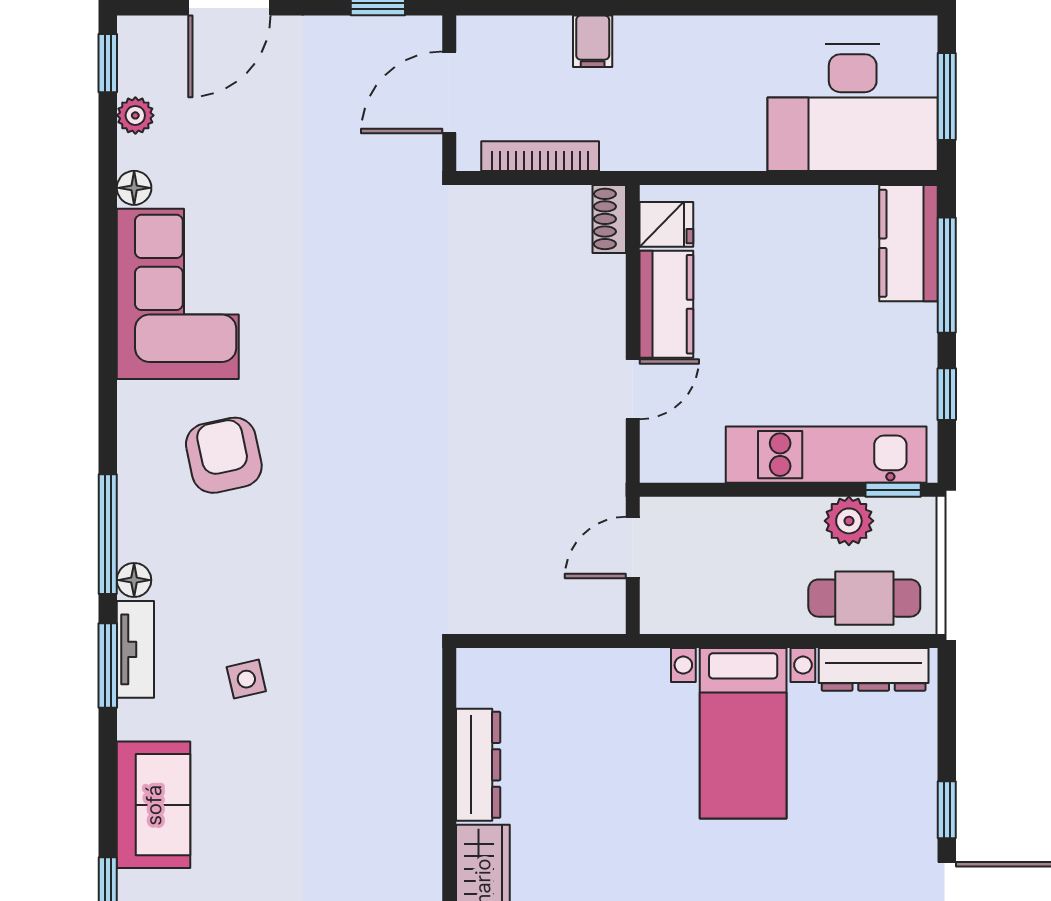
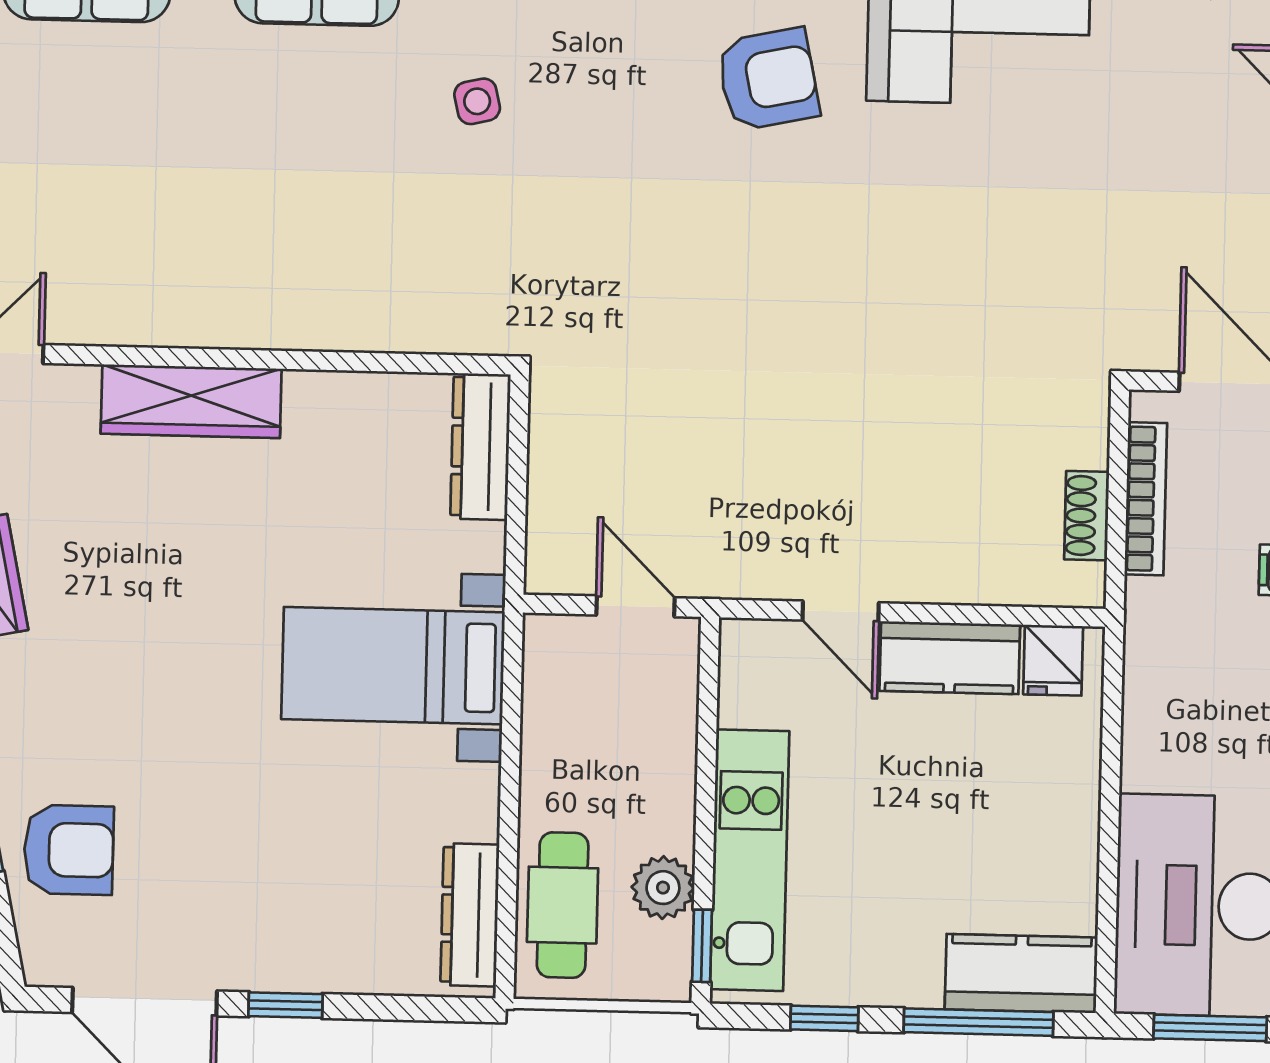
shoe rack: (609, 219) -> (1087, 516), moved, turned -90
bed with nightstands: (743, 733) -> (393, 666), moved
dresser: (478, 765) -> (480, 447), moved, turned 90

